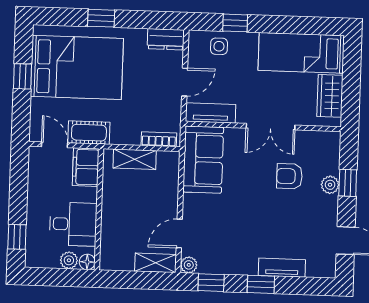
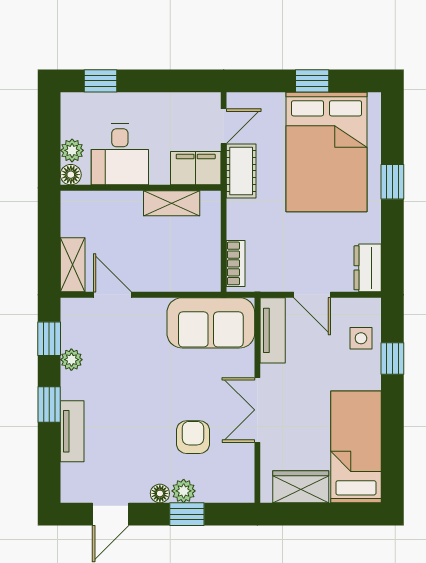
shelving: (135, 159) -> (172, 203), moved, turned 90
floor lamp: (331, 203) -> (160, 493), added
plant: (189, 265) -> (71, 360), moved

